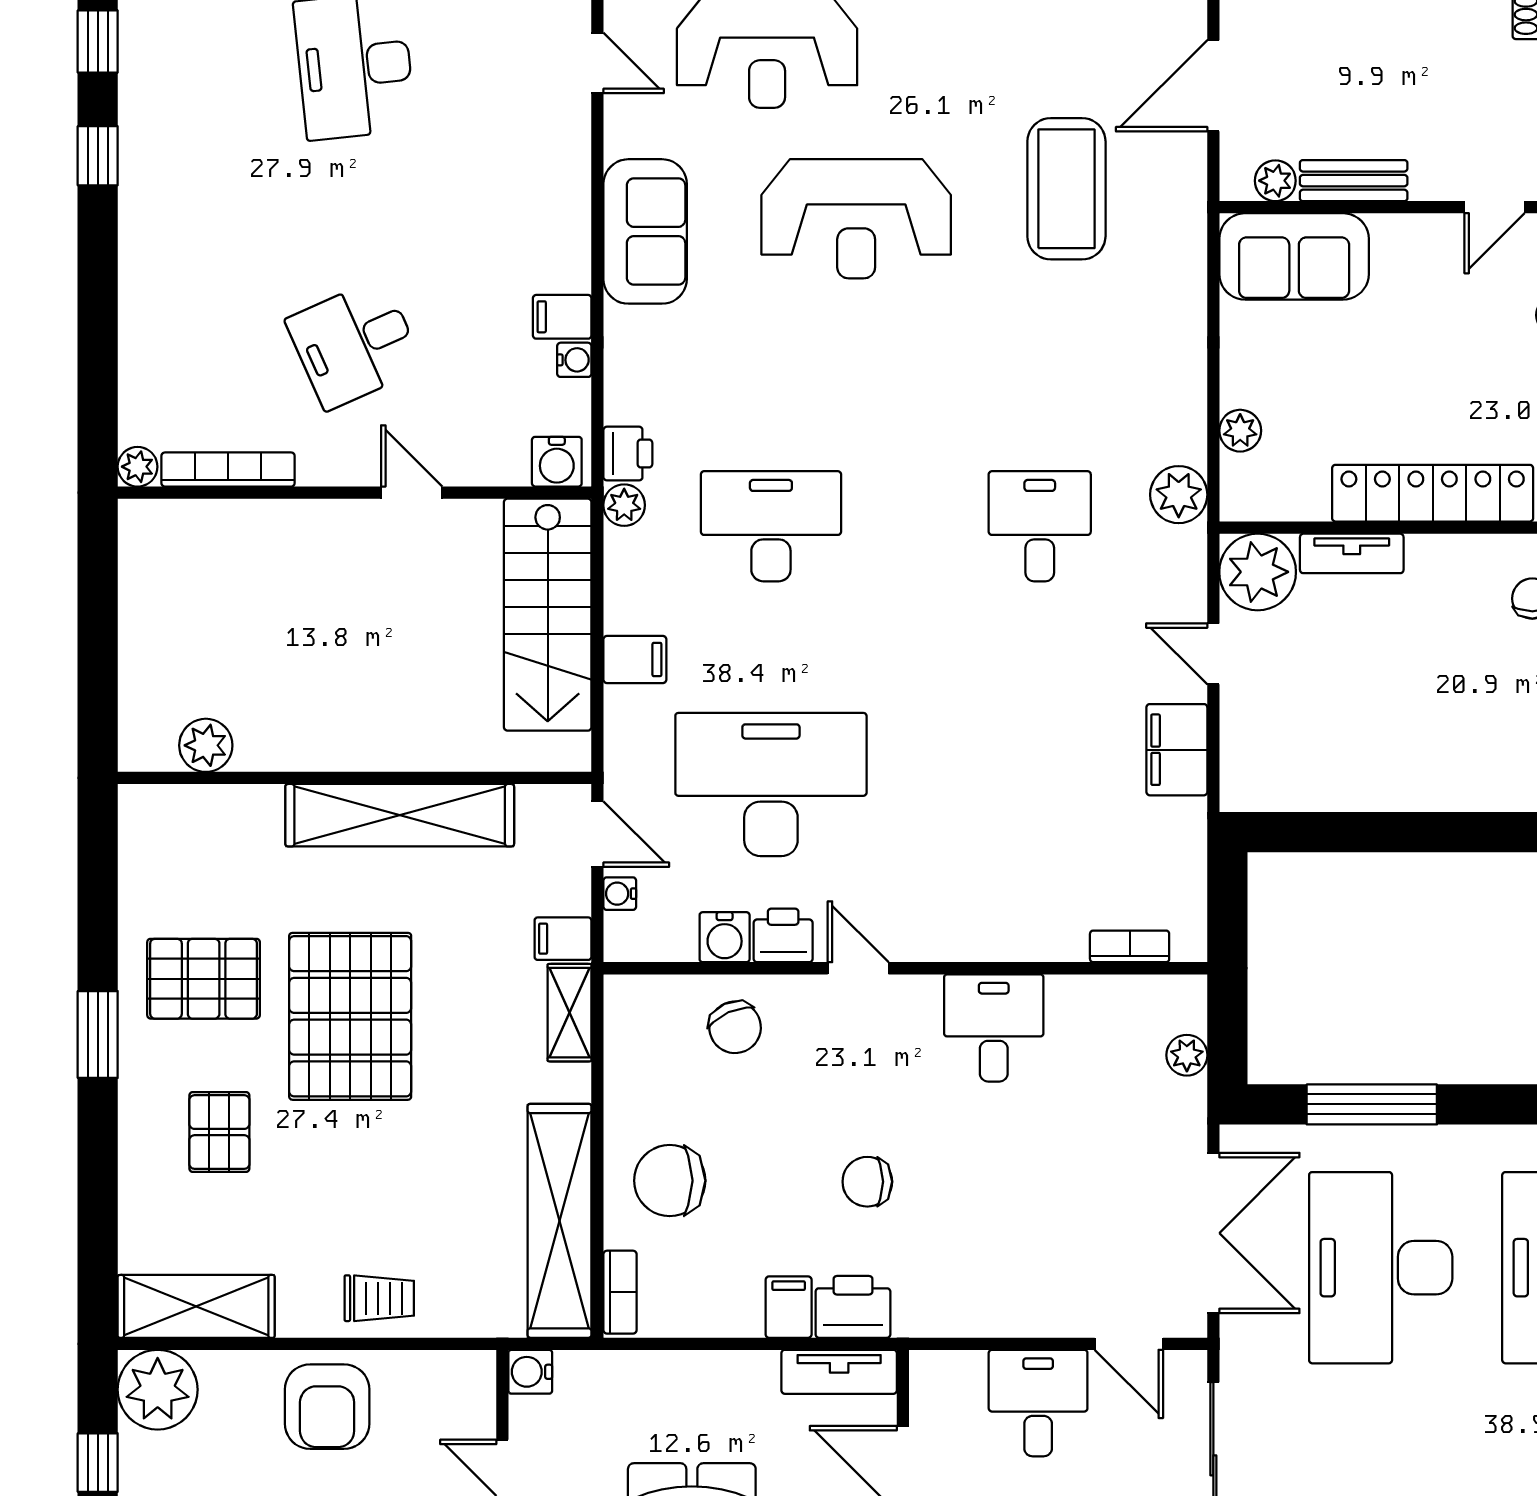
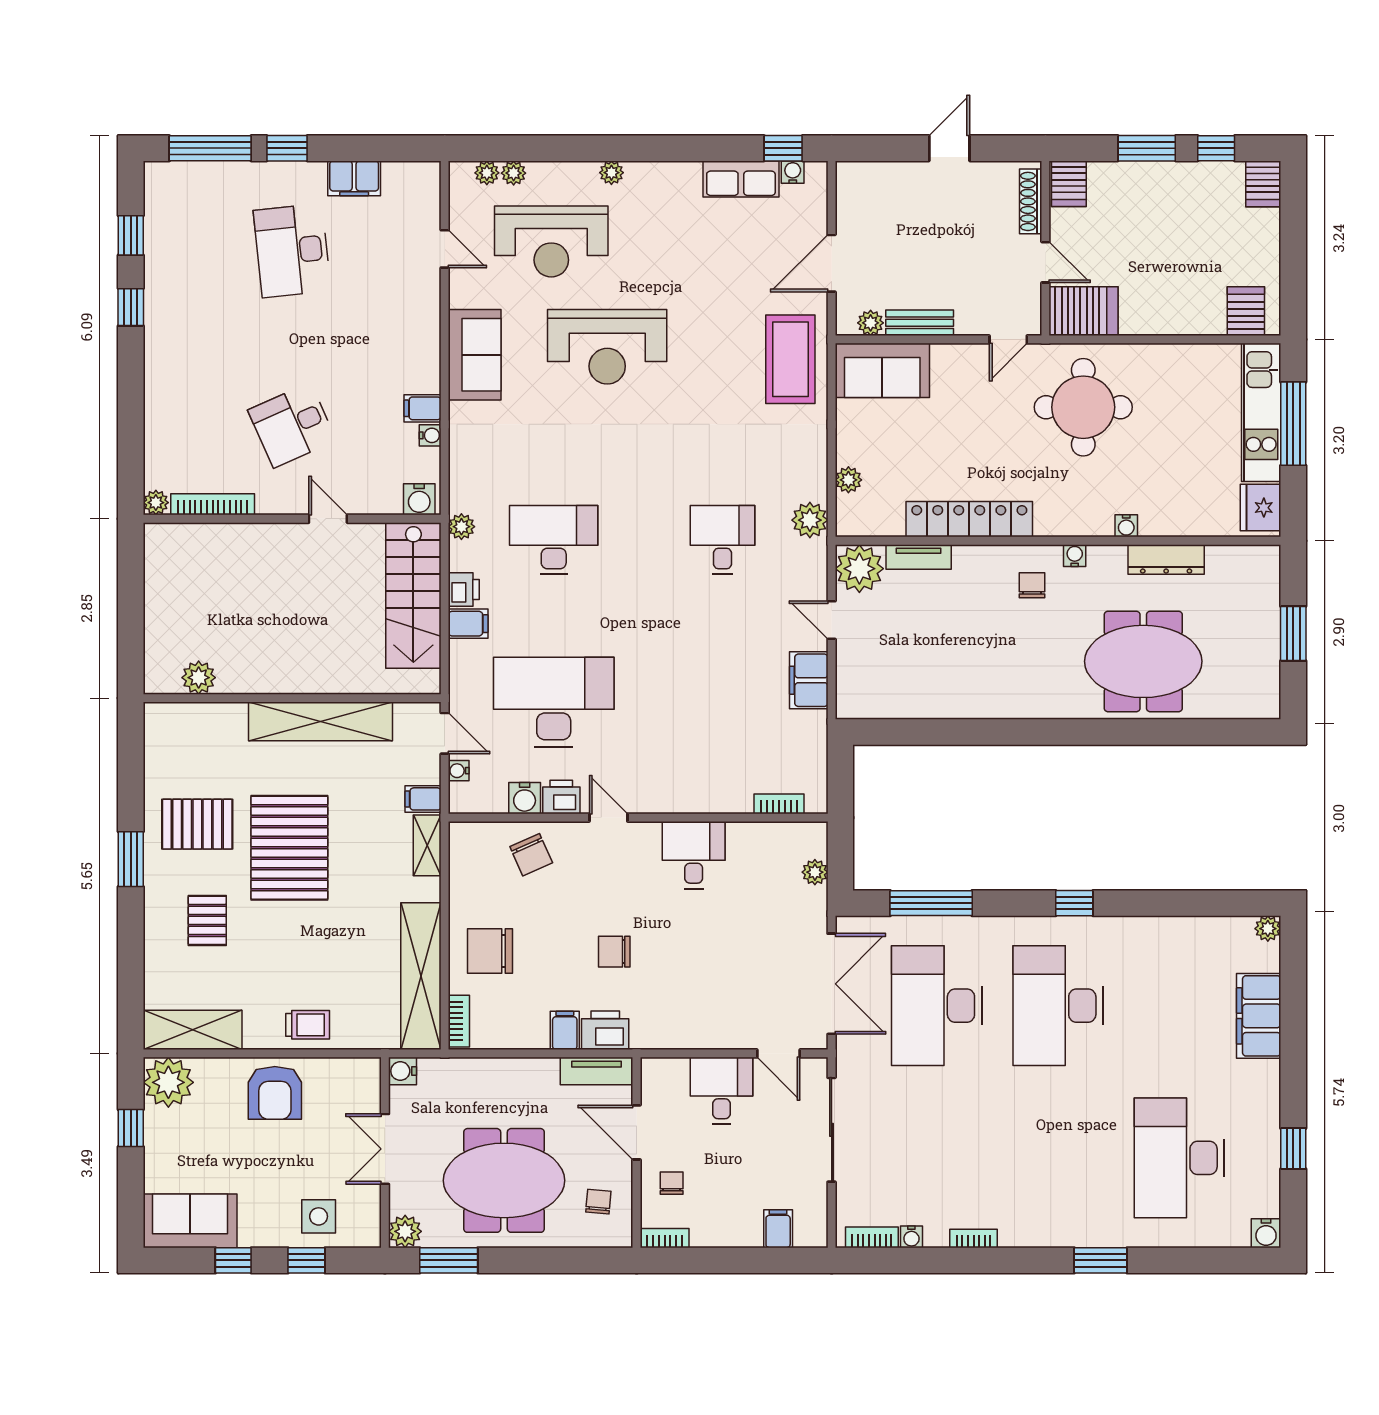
coffee table: (1066, 189) -> (790, 359), moved
printer: (628, 454) -> (464, 589), moved

